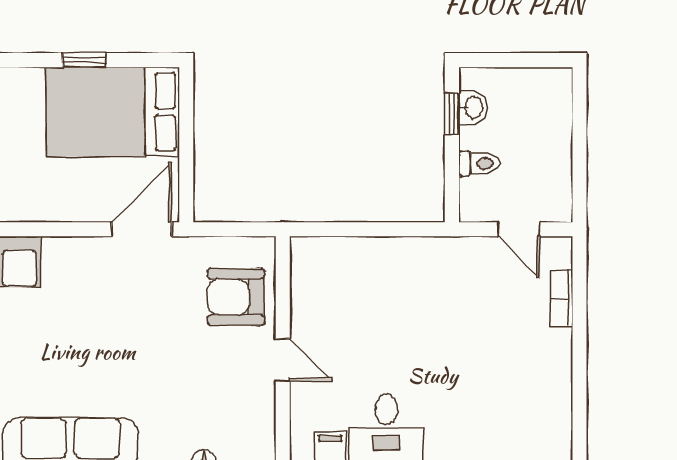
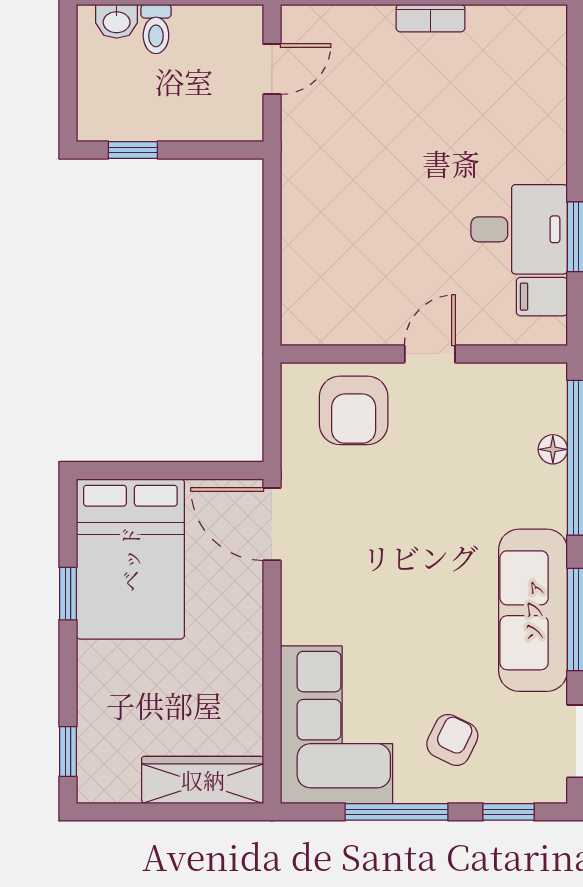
washbasin: (473, 107) -> (117, 21), moved, turned 180
toilet: (479, 163) -> (156, 29), moved, turned 180
bookcase: (561, 298) -> (430, 18), moved

